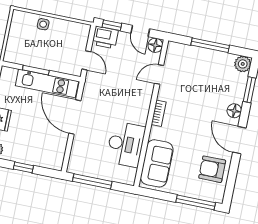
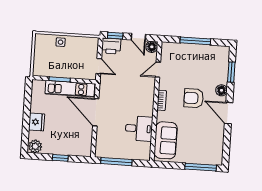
plant: (243, 64) -> (223, 52), removed
desk: (126, 144) -> (139, 129), width x0.73
armchair: (212, 169) -> (194, 98), moved

